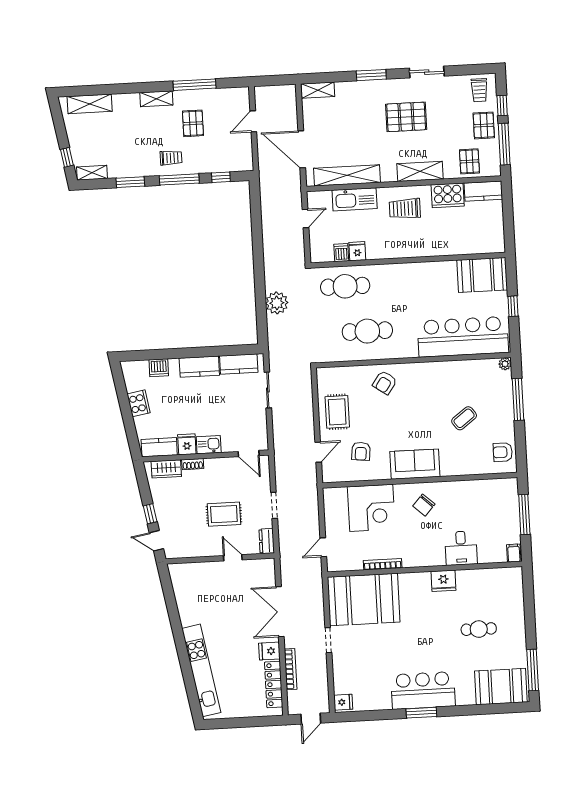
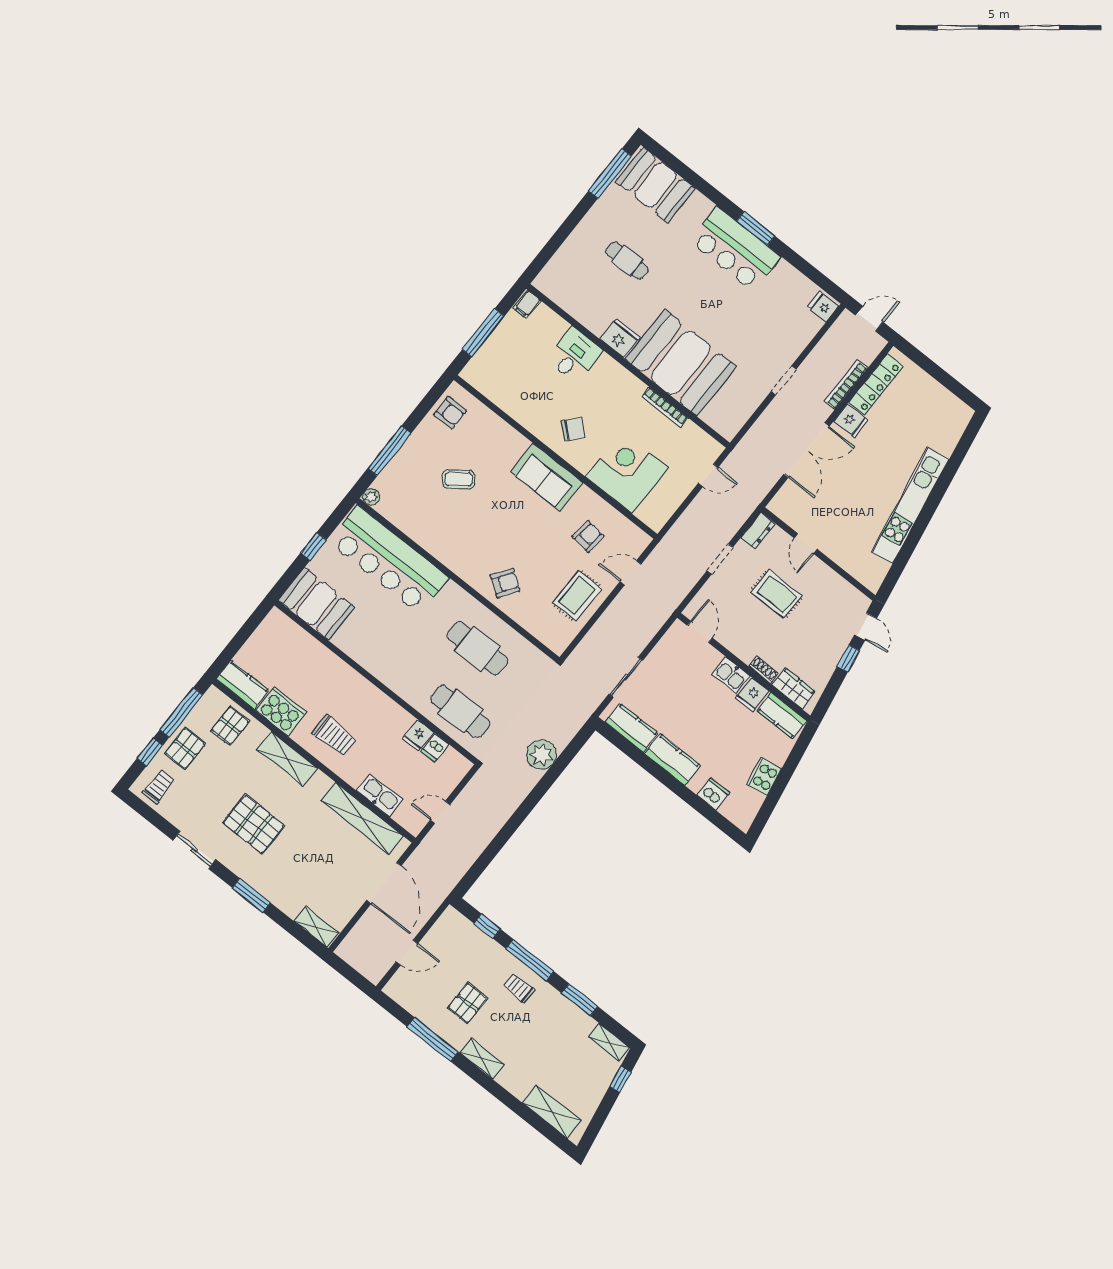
kitchen sink: (355, 199) -> (380, 795), width x0.73, depth x0.81
booth: (364, 600) -> (681, 363), moved
kitchen unit: (201, 670) -> (910, 505), moved

